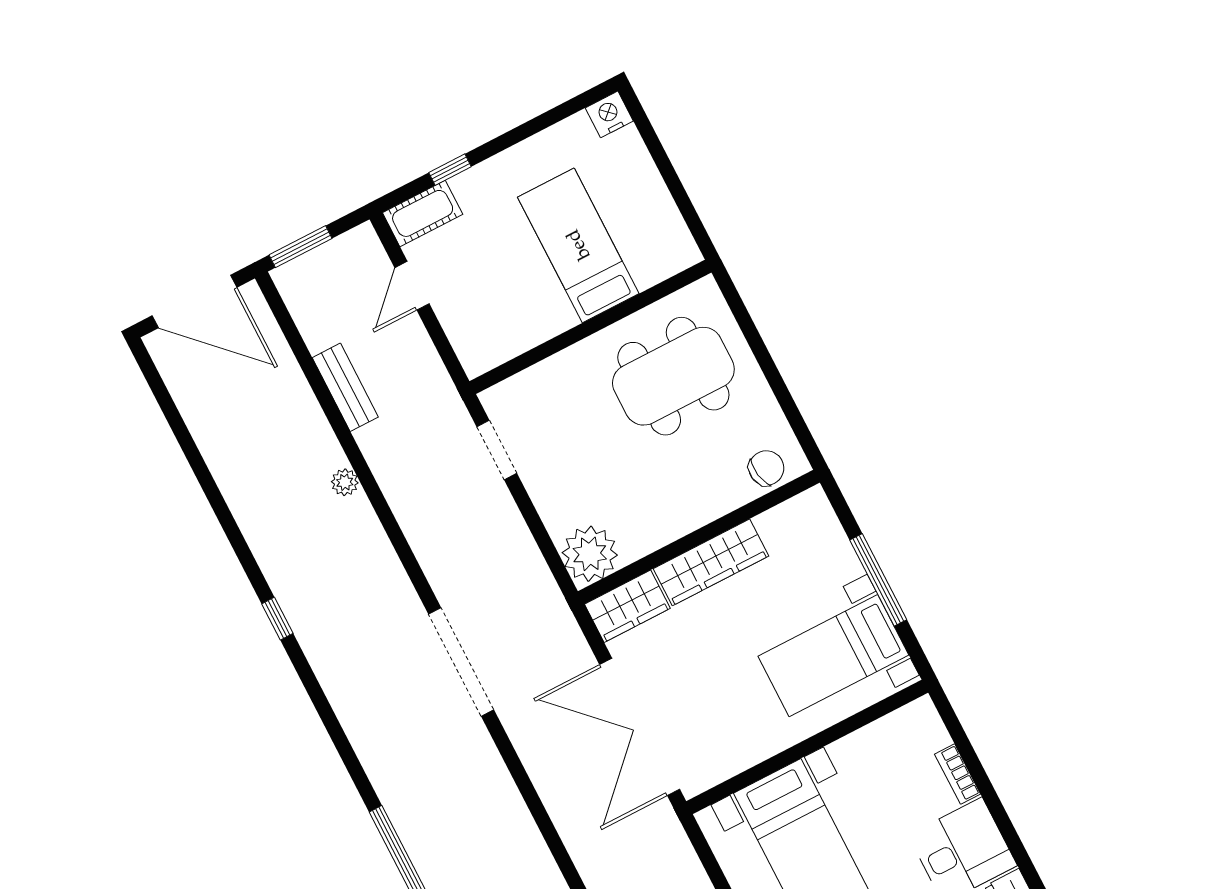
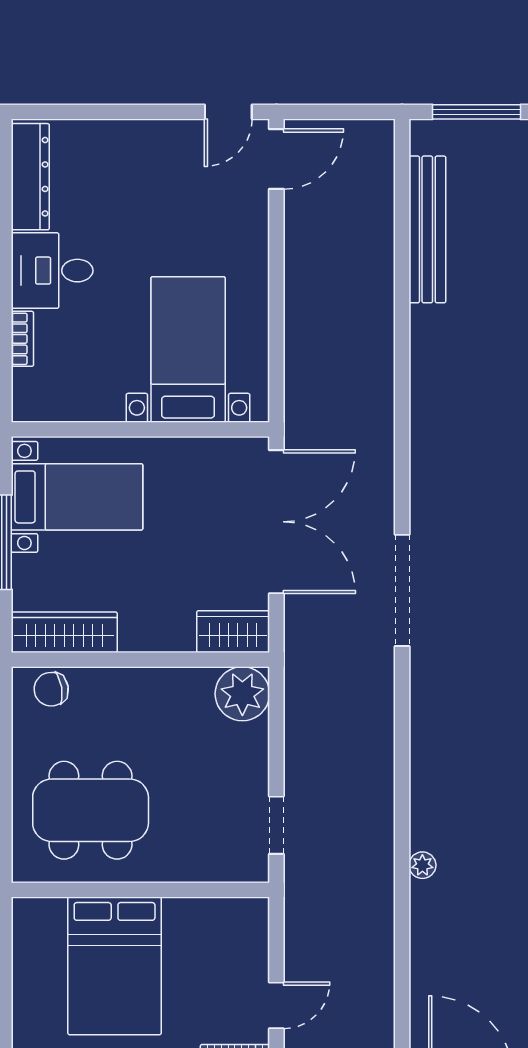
bed: (578, 245) -> (115, 966), width x1.50
bench: (345, 387) -> (380, 947), removed
wardrobe: (711, 562) -> (64, 632), moved
doorway: (461, 662) -> (402, 590), moved

